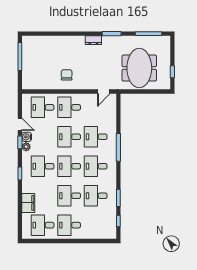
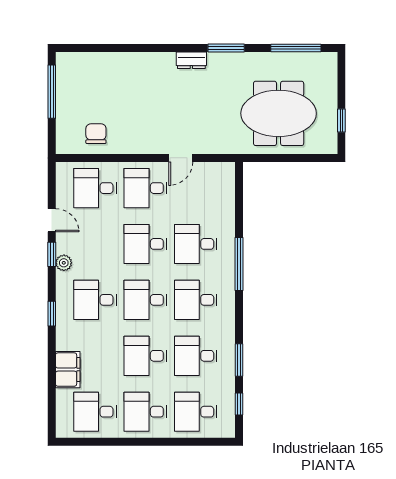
meeting table: (139, 68) -> (279, 113), turned 90
chair: (67, 75) -> (96, 134), moved
door: (104, 92) -> (181, 158), moved
water cooler: (27, 137) -> (65, 244), removed
desk: (96, 225) -> (196, 412), added

